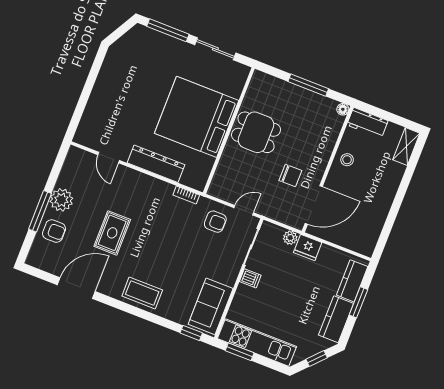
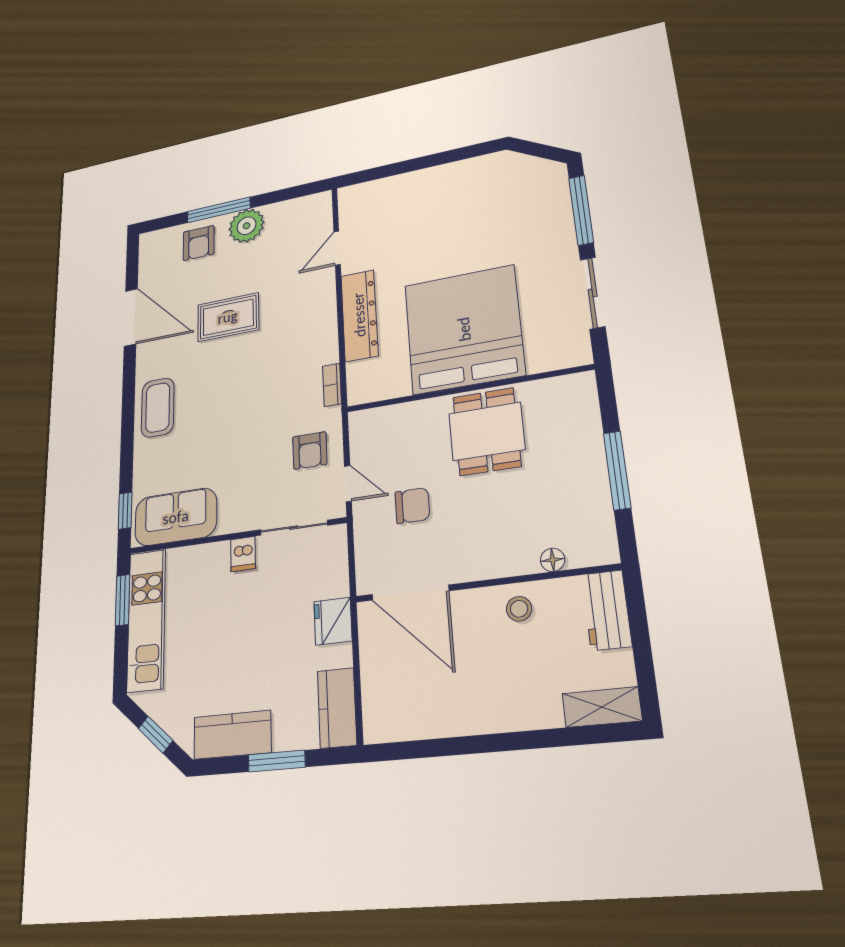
floor lamp: (343, 109) -> (553, 560), moved
chair: (290, 175) -> (412, 506), moved, turned -90
plant: (290, 238) -> (336, 583), removed
kitchen counter: (352, 281) -> (337, 708), moved, turned -90

